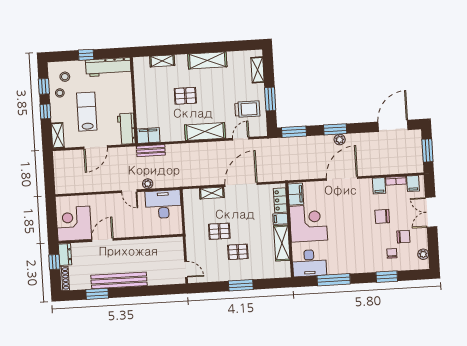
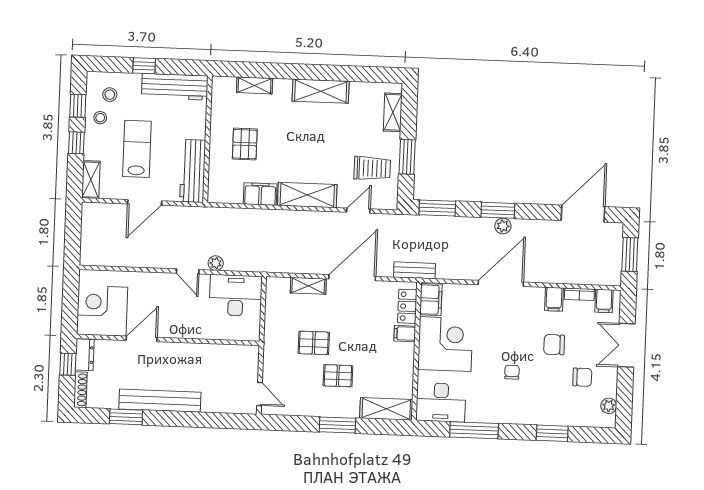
pallet: (185, 96) -> (245, 144), moved, turned 90
workbench: (126, 129) -> (193, 171), width x1.38
filing cabinet: (148, 135) -> (260, 194), moved
bench: (151, 151) -> (414, 270), moved
shelving: (282, 243) -> (386, 409), moved, turned 90
chair: (392, 253) -> (512, 372), moved

